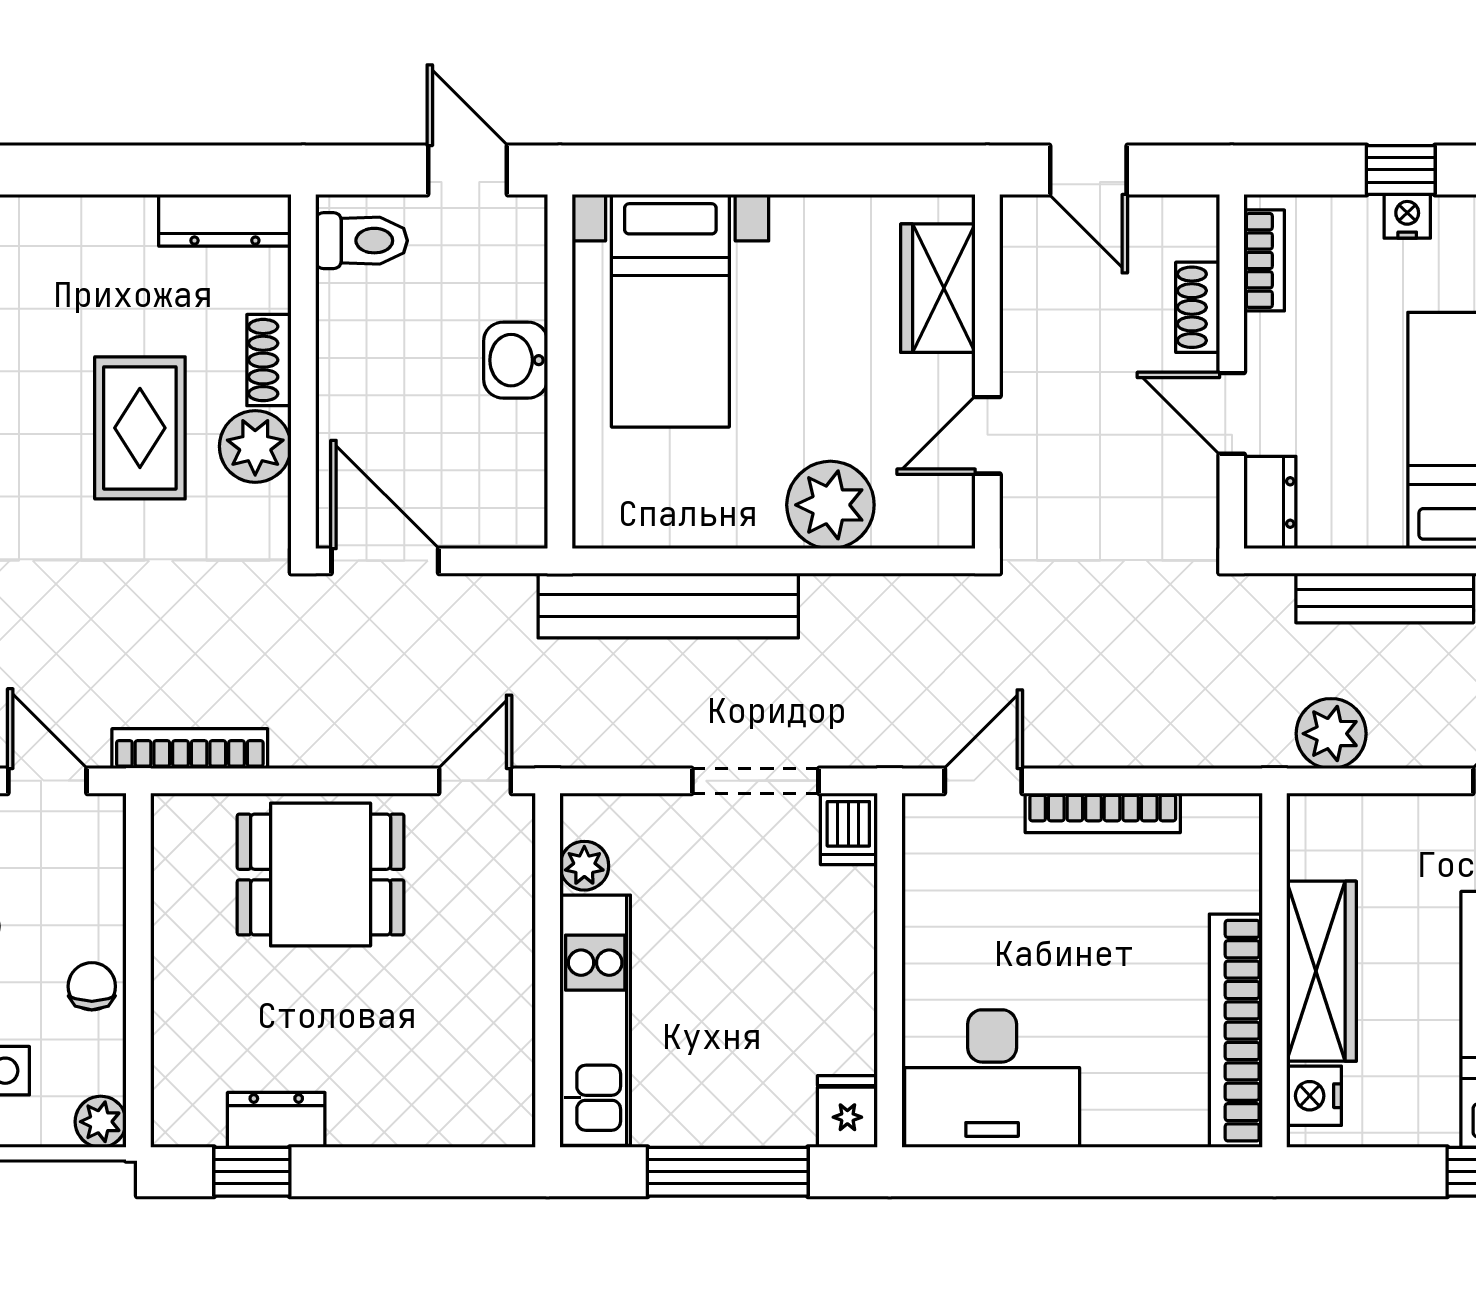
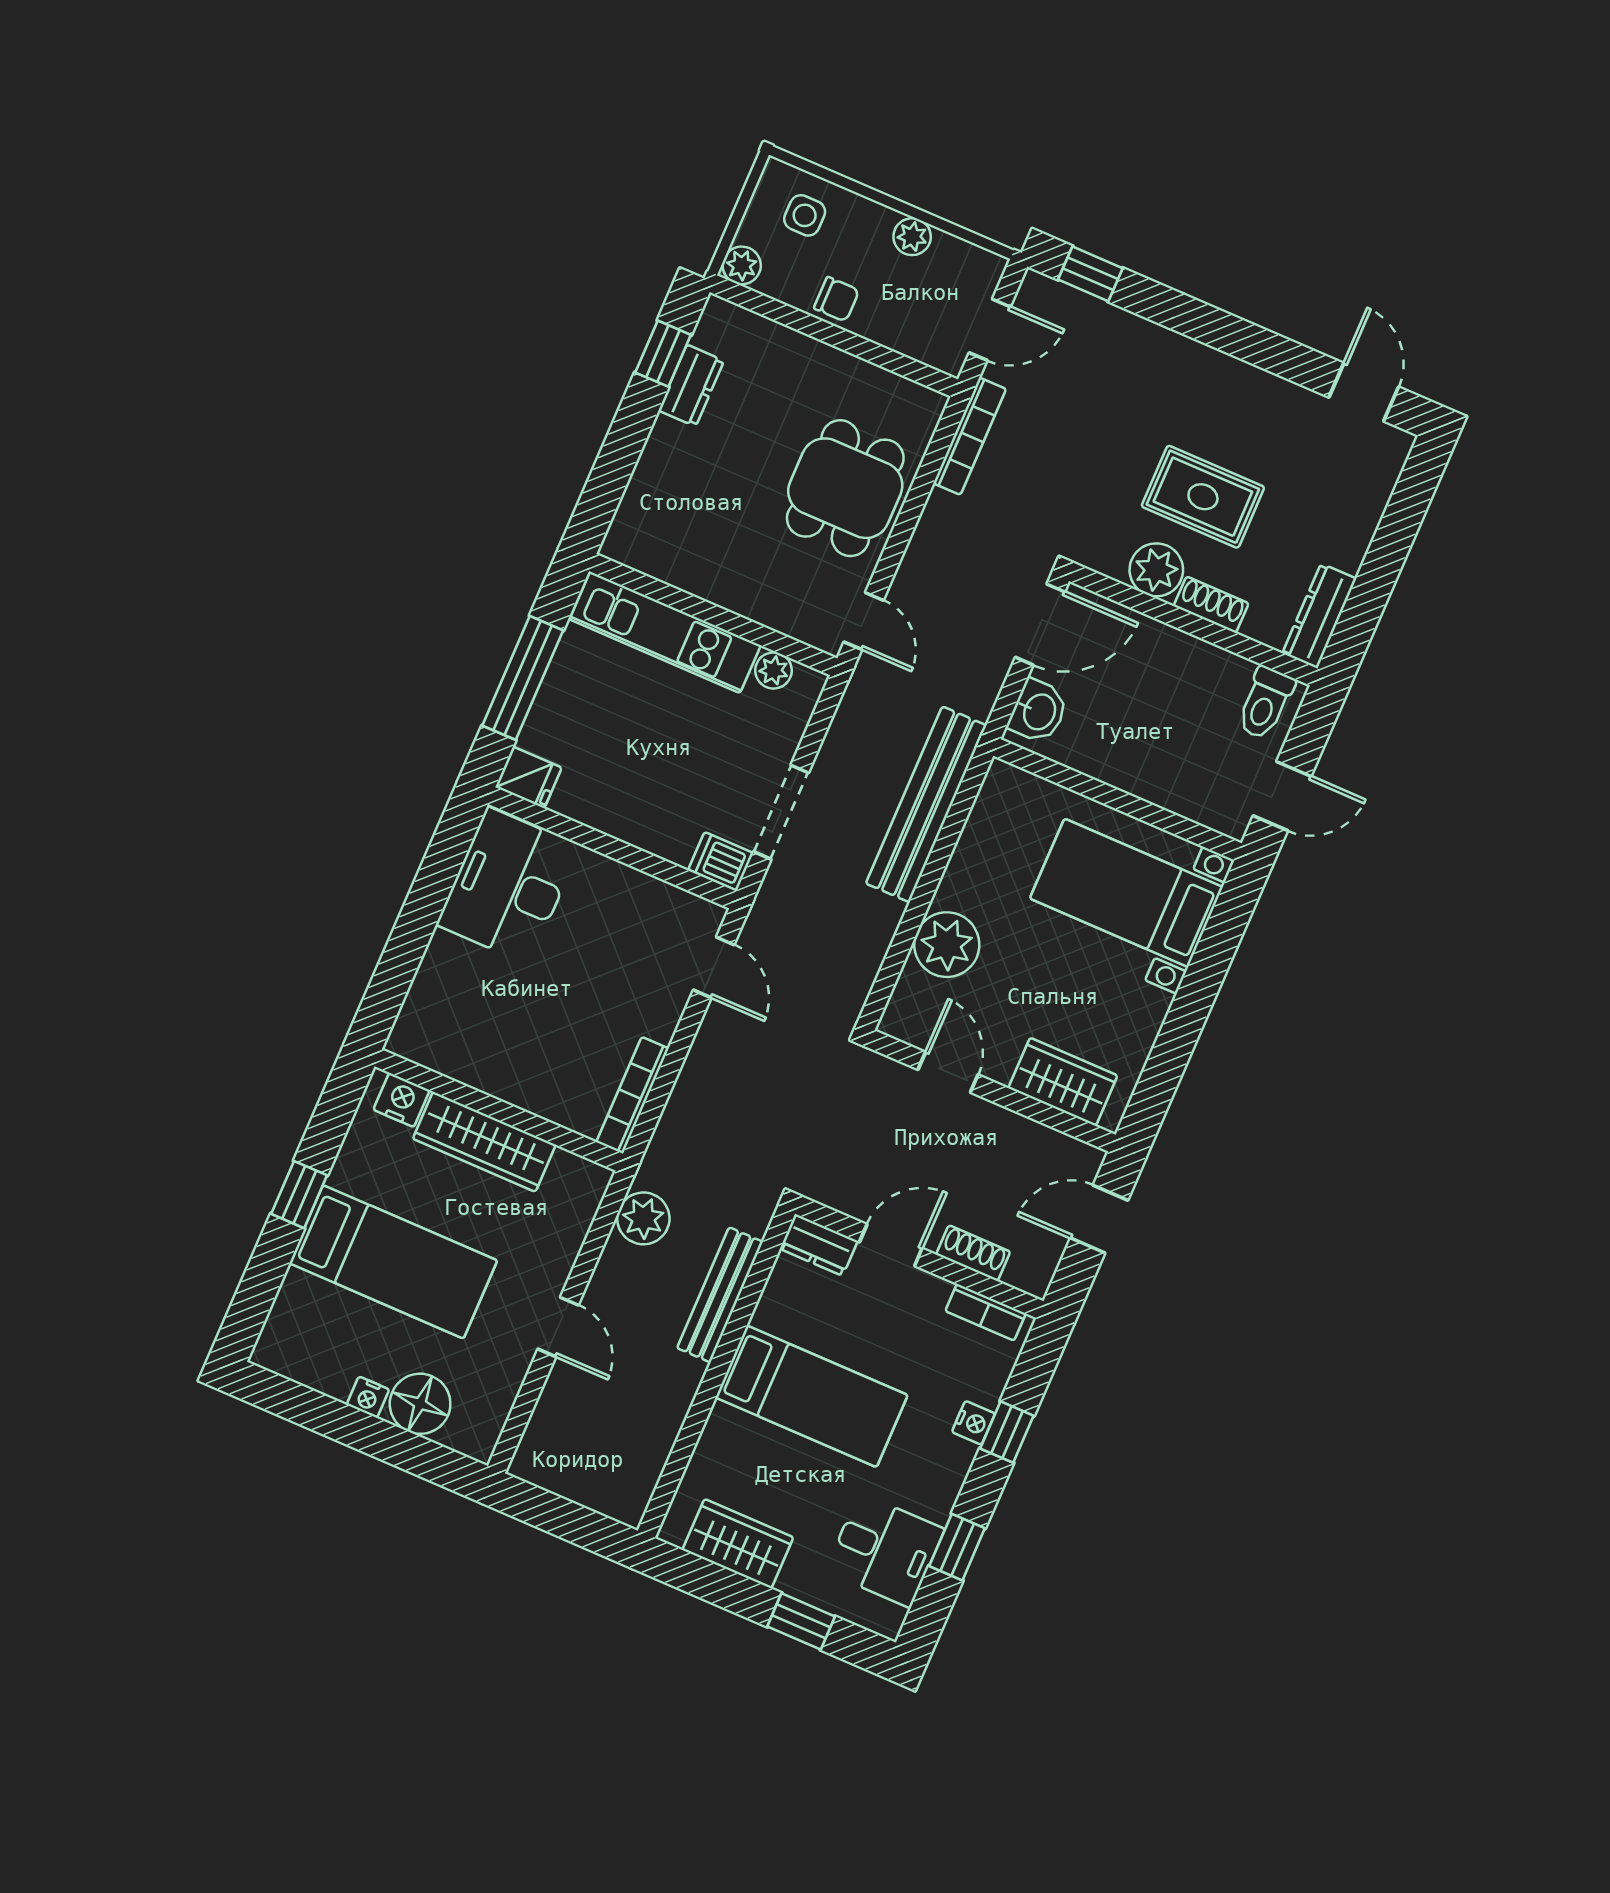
washbasin: (516, 360) -> (1038, 711), moved, turned 90
bookcase: (1103, 813) -> (632, 1095), moved
bookcase: (1236, 1031) -> (469, 1066), removed

